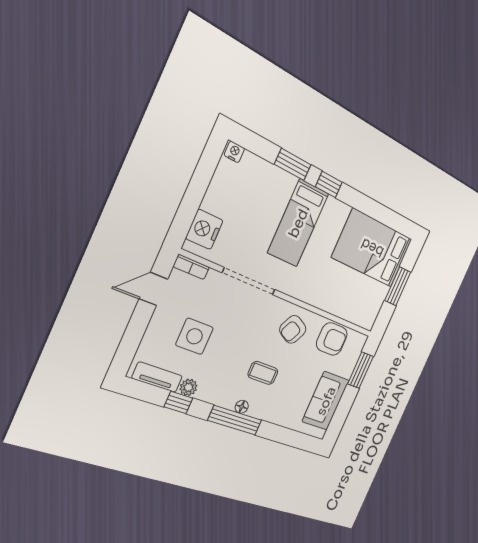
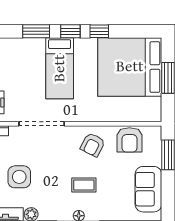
window: (358, 201) -> (99, 31), added
bed: (372, 248) -> (130, 67), width x1.36
armchair: (332, 339) -> (129, 140), turned 90

